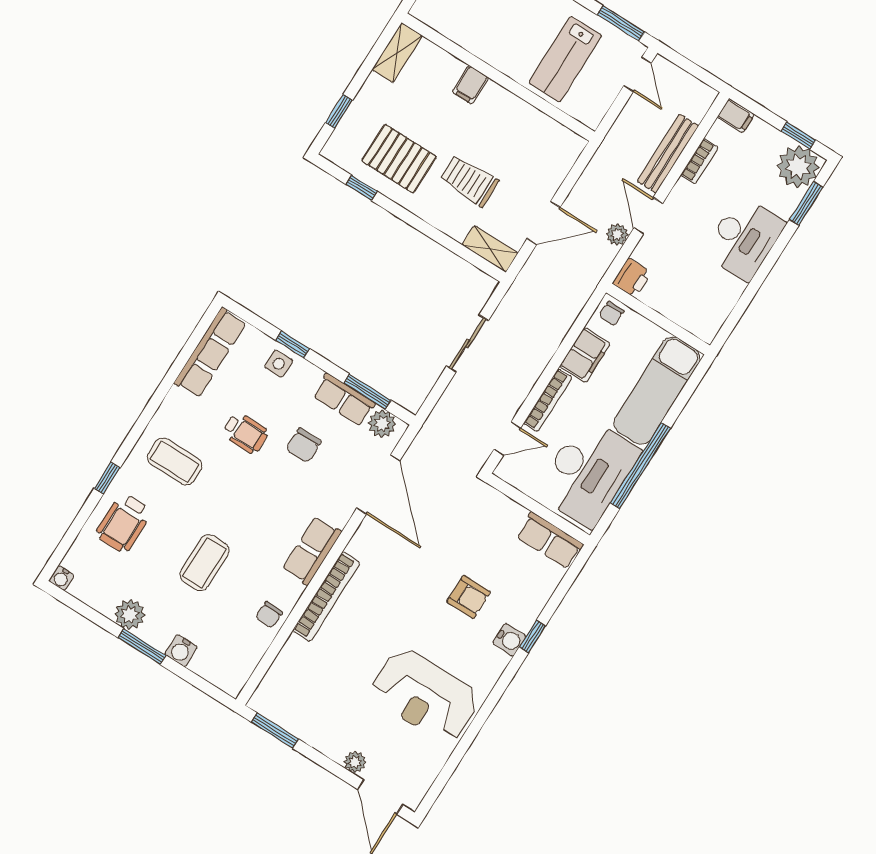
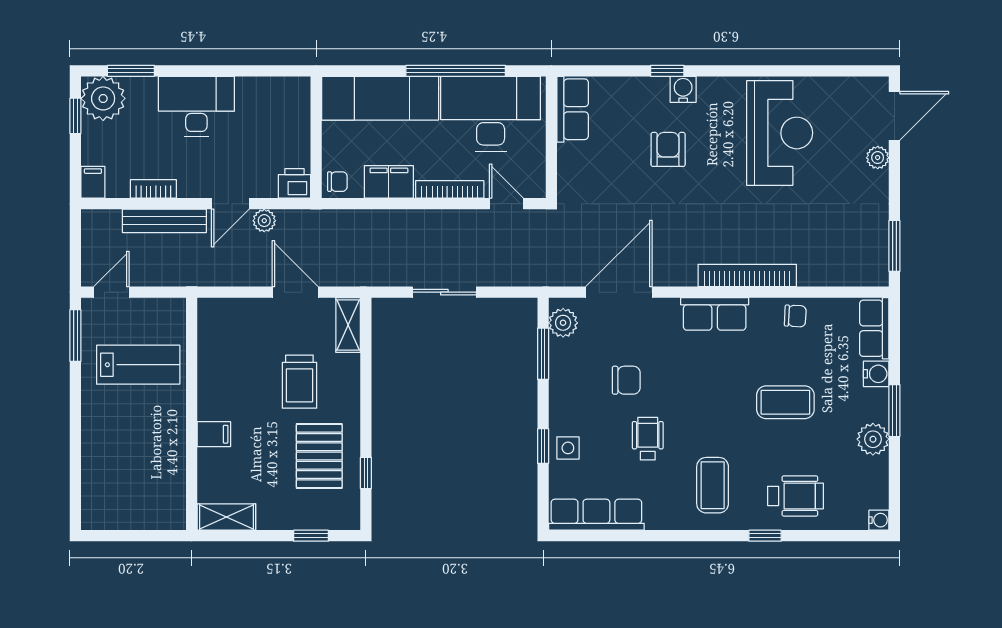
row of seats: (344, 400) -> (874, 328), moved, turned 180

